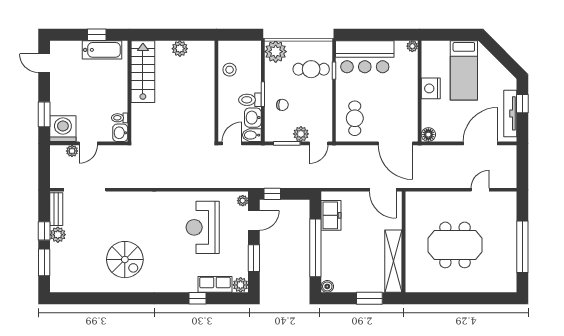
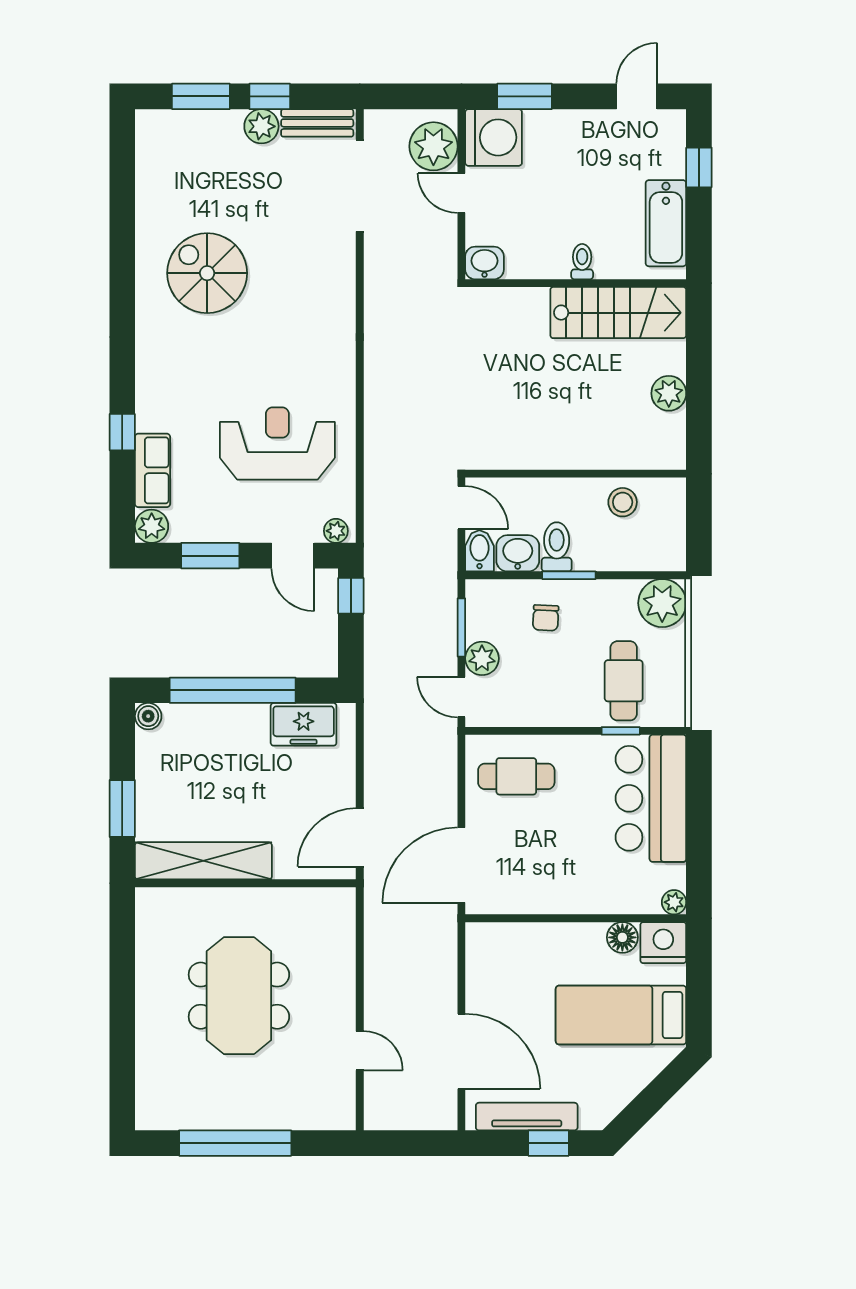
window: (97, 35) -> (699, 167), moved
nightstand: (431, 88) -> (663, 943), moved
toilet: (120, 118) -> (582, 262), moved
floor lamp: (428, 135) -> (622, 937), moved
plant: (72, 151) -> (433, 146), width x1.88, depth x1.88
spiral stairs: (125, 260) -> (207, 273), turned 90

